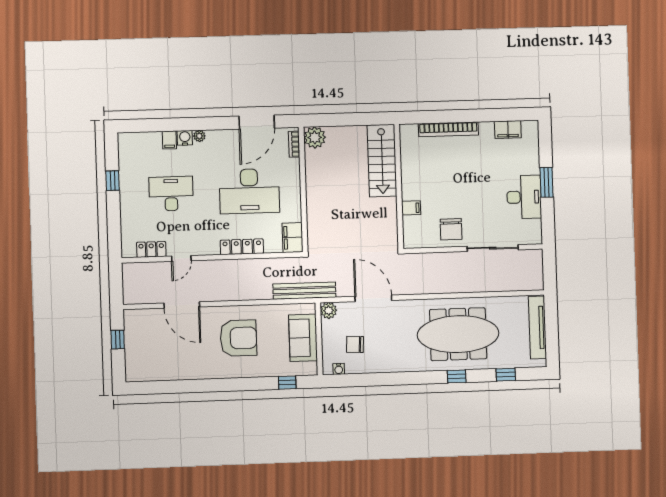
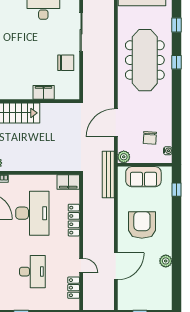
desk: (171, 194) -> (32, 272), turned 180
filing cabinet: (411, 208) -> (44, 92), width x2.00
plant: (191, 371) -> (166, 261), added

